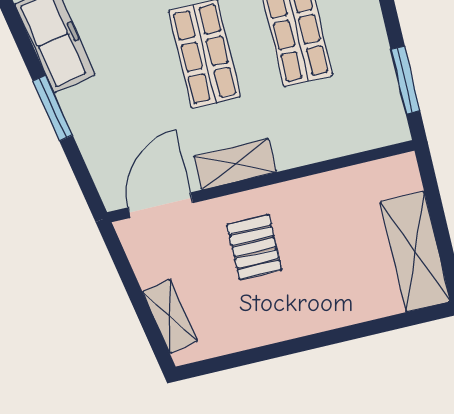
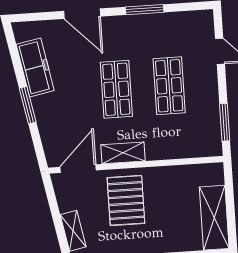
pallet: (254, 247) -> (126, 200), width x1.50, depth x1.42

